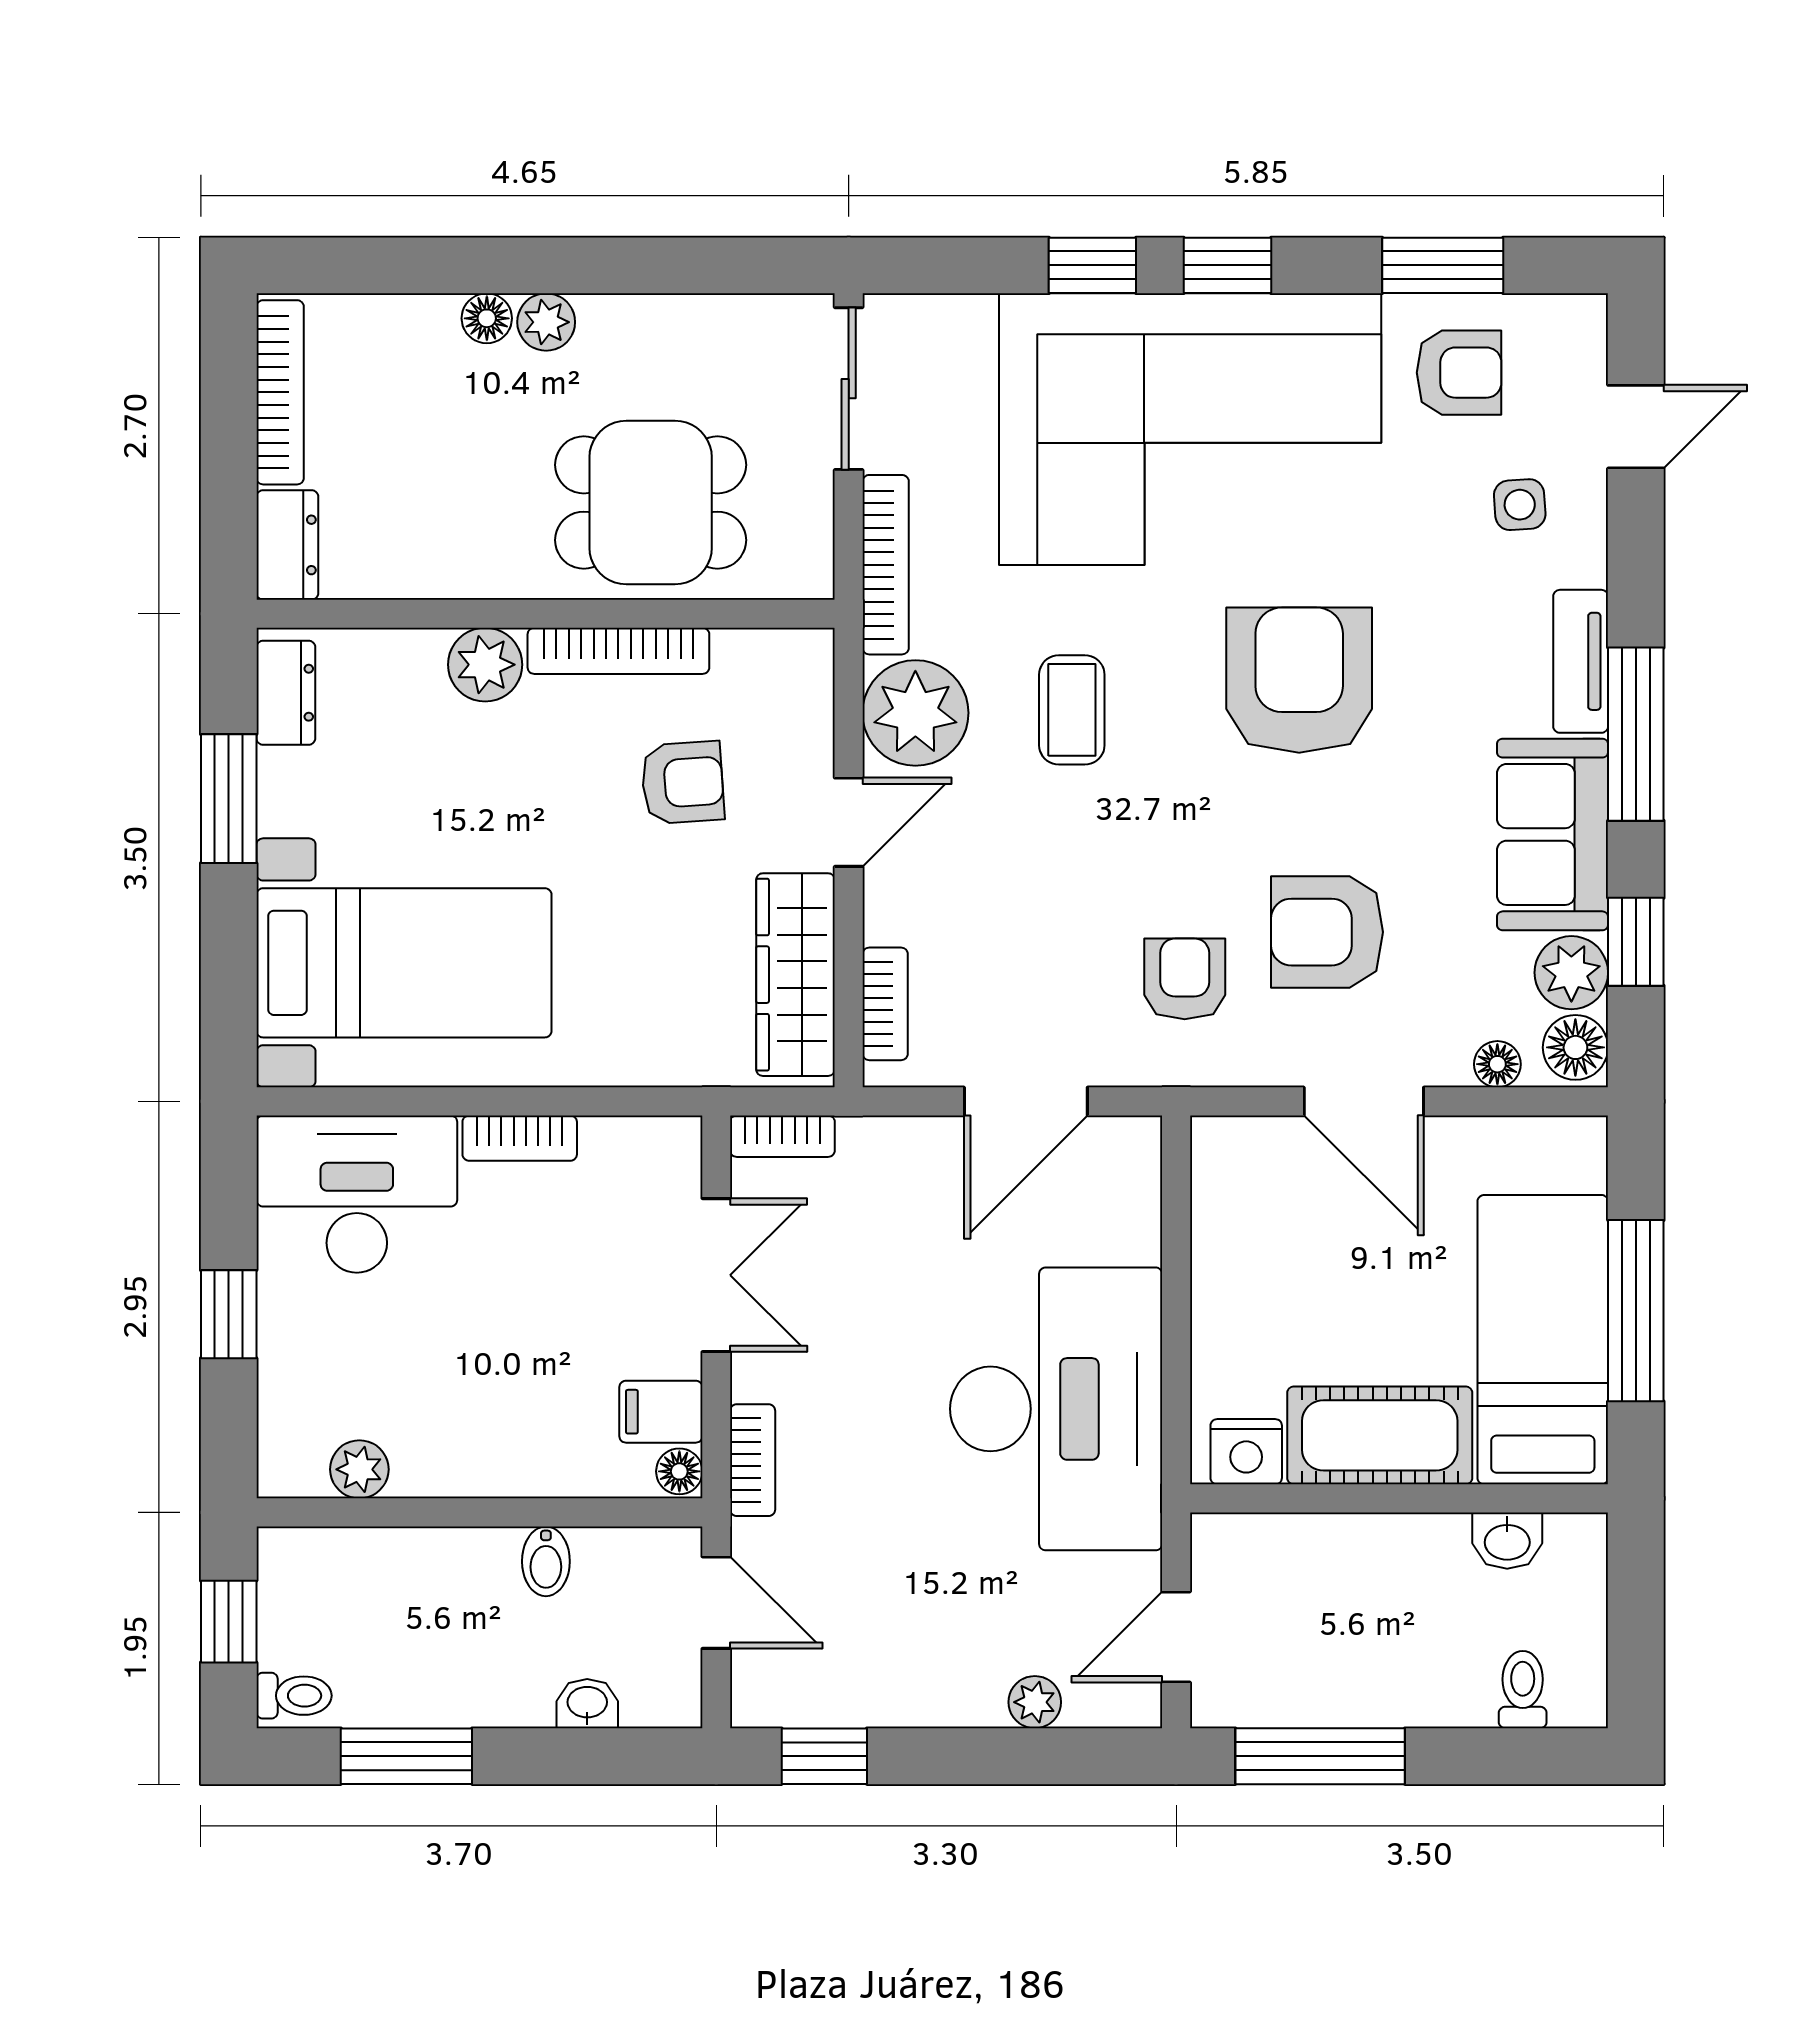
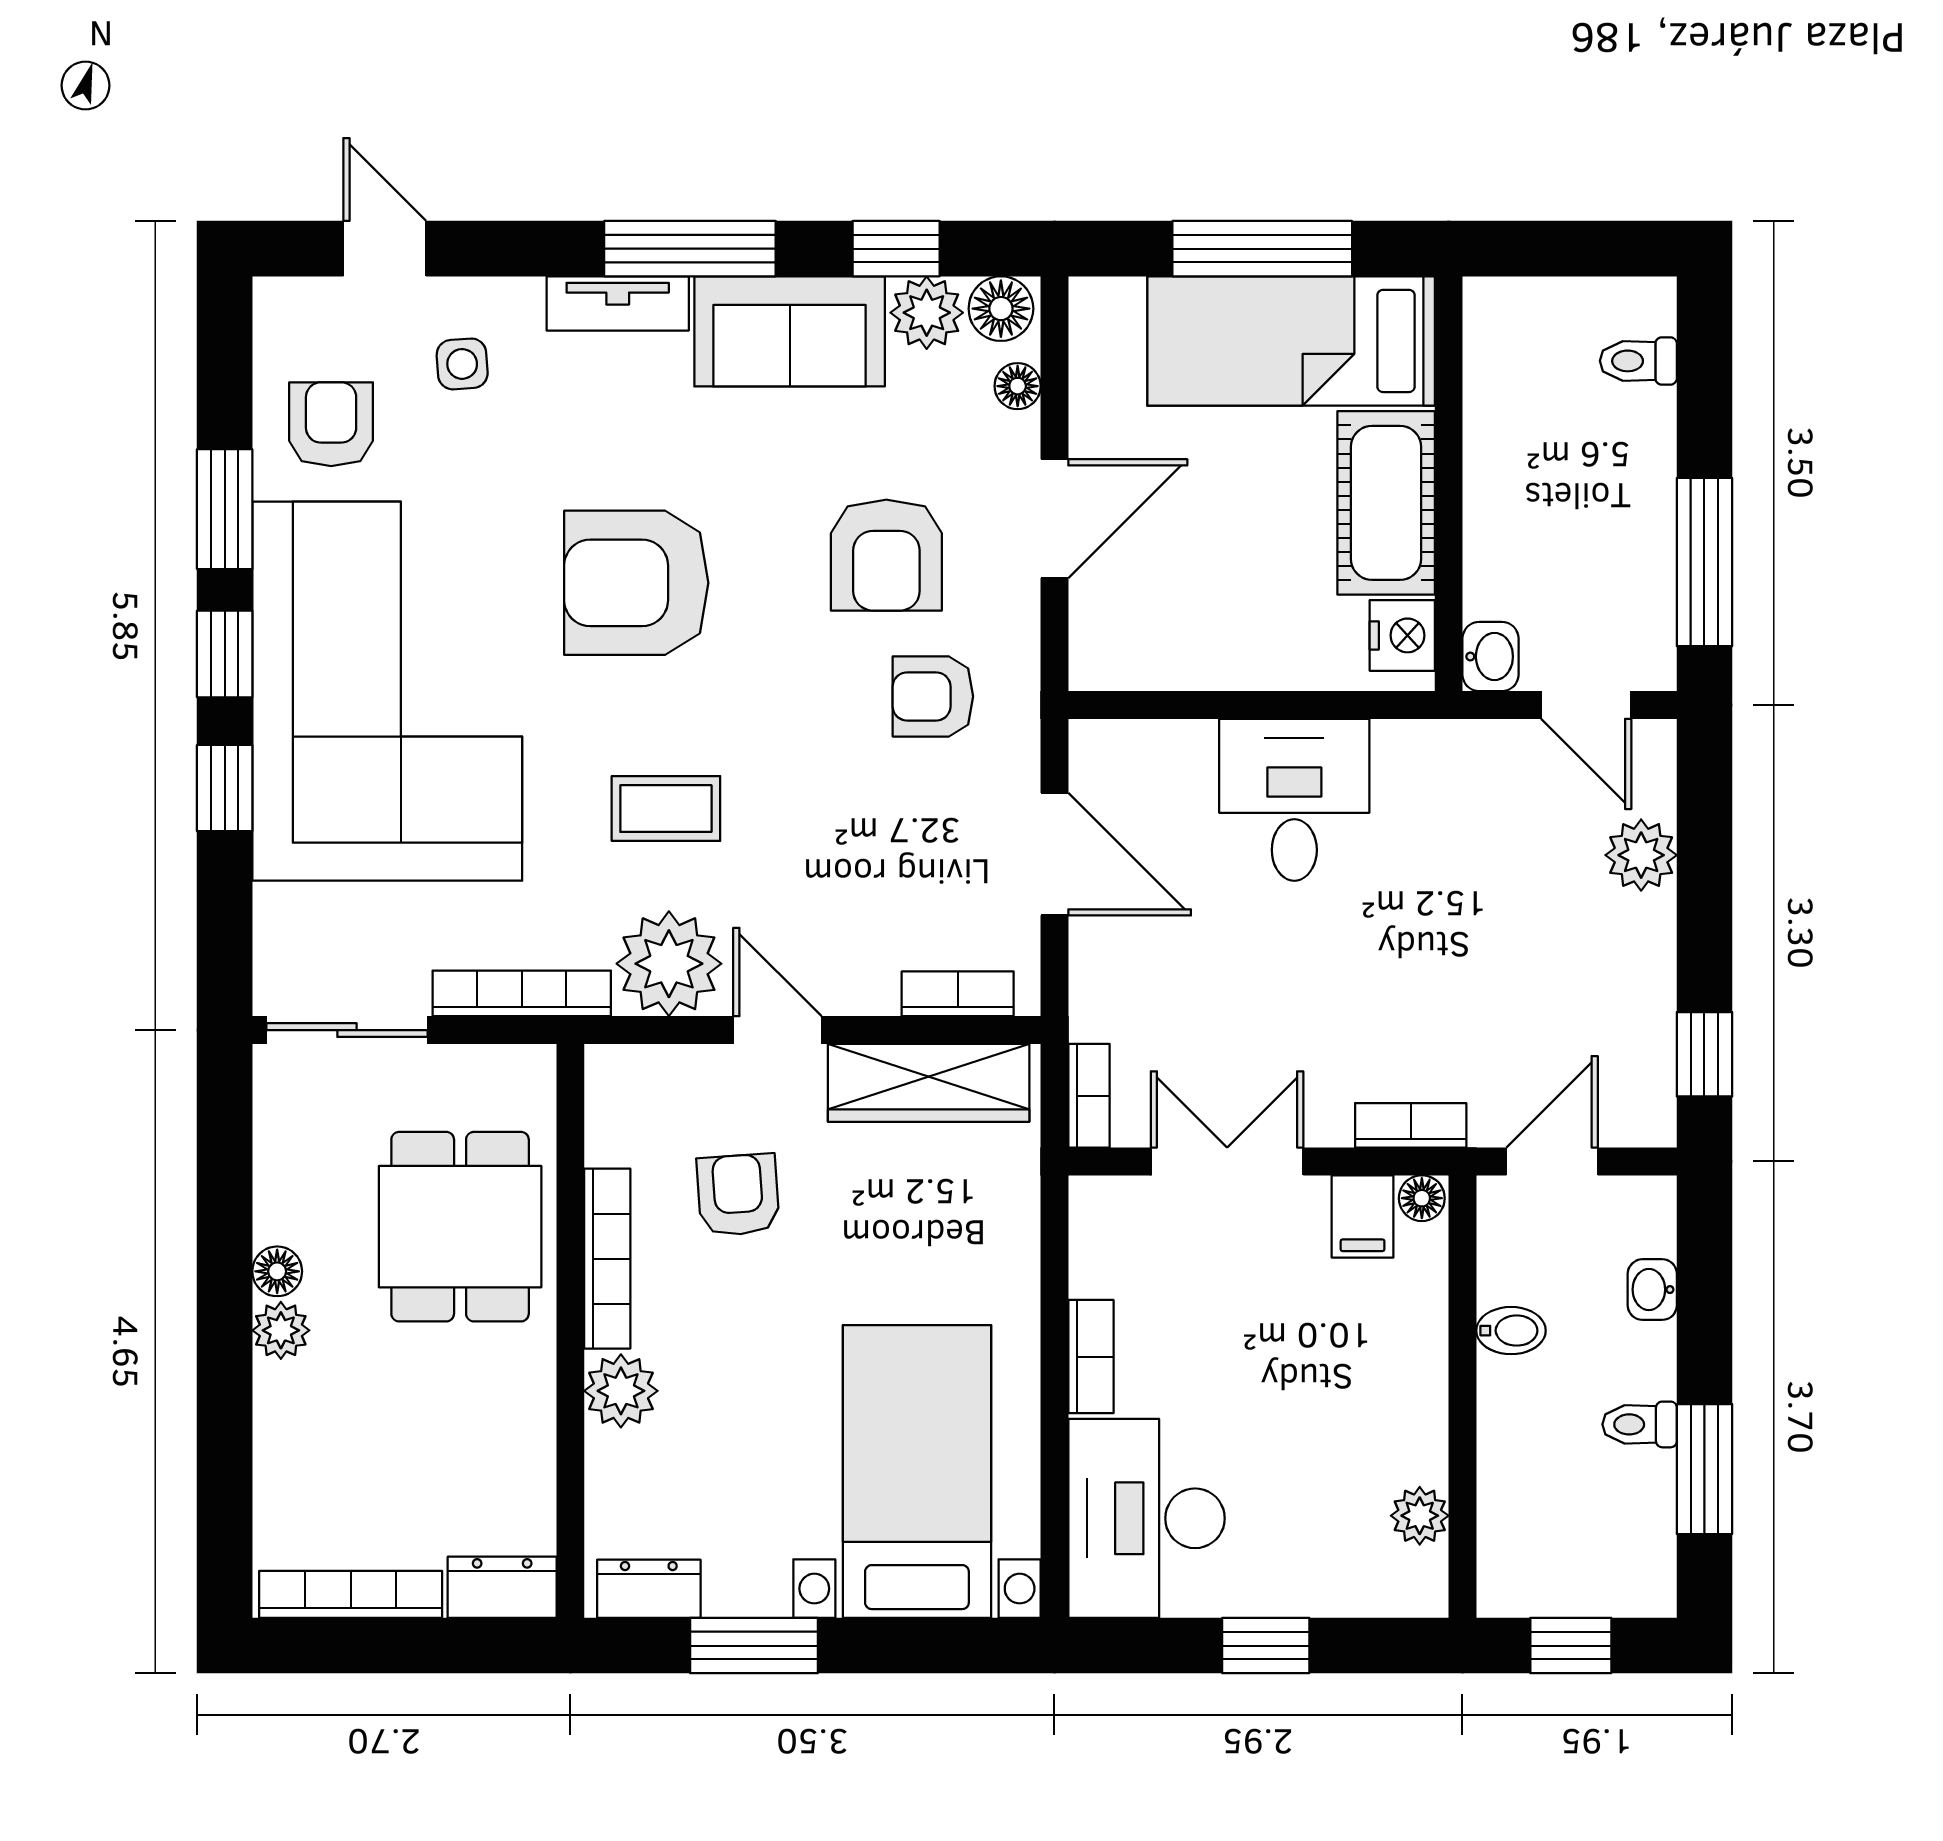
window: (1443, 265) -> (225, 509), moved
floor lamp: (487, 318) -> (277, 1271), moved
desk: (1056, 1409) -> (1294, 800), width x0.53, depth x0.77
washbasin: (1507, 1541) -> (1491, 657), moved
toilet: (294, 1696) -> (1640, 1424), moved, turned -90
plant: (1035, 1702) -> (1641, 855), width x1.38, depth x1.38

